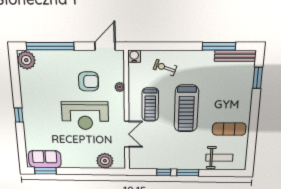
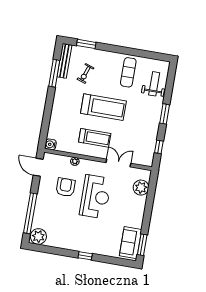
exercise bike: (165, 68) -> (85, 74), moved
window: (164, 172) -> (159, 147), moved

